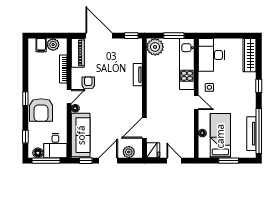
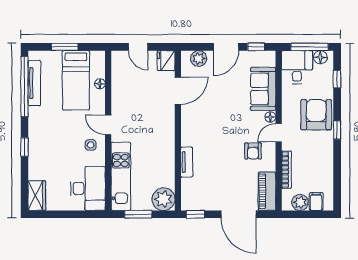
wardrobe: (250, 55) -> (37, 196), width x0.67
sofa: (81, 135) -> (263, 89), width x0.73

